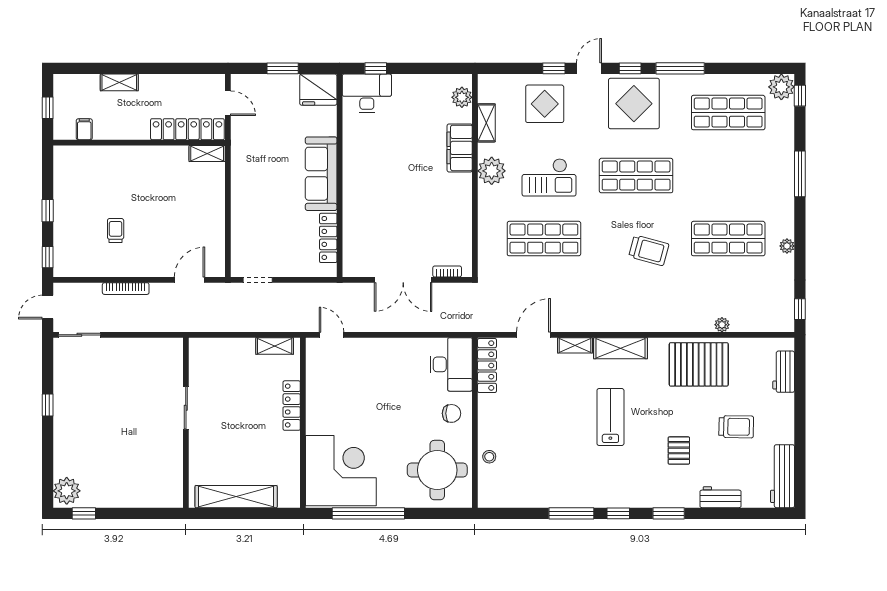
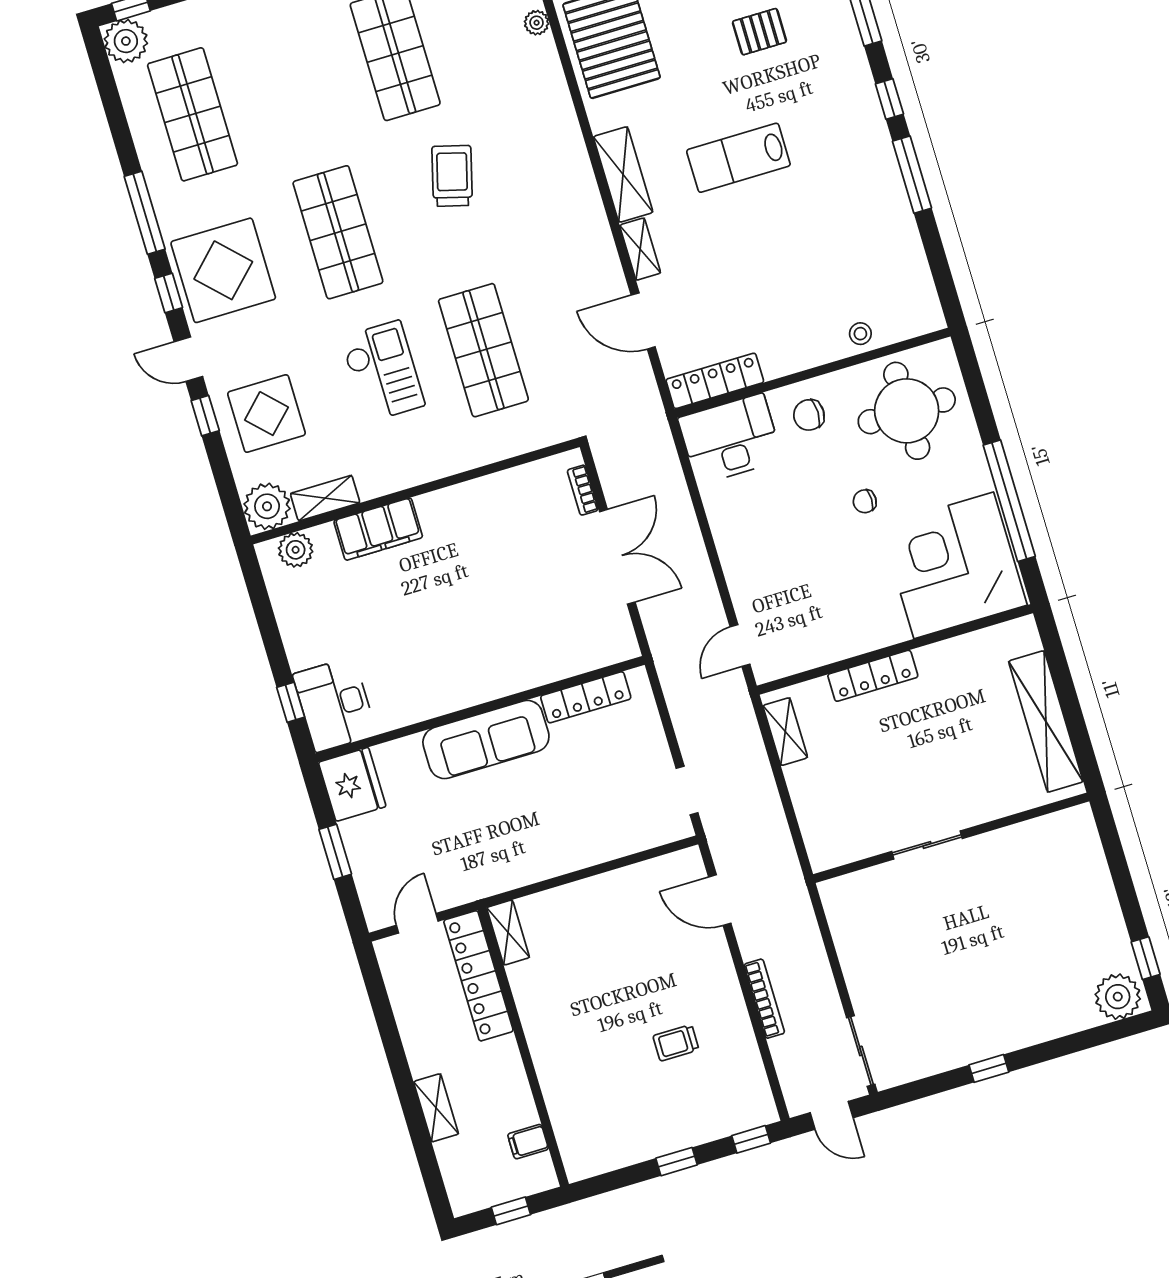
plant: (492, 171) -> (267, 506), moved
chair: (451, 413) -> (809, 415), turned -90
chair: (393, 431) -> (865, 501), added

